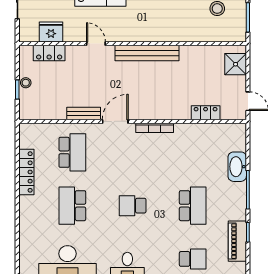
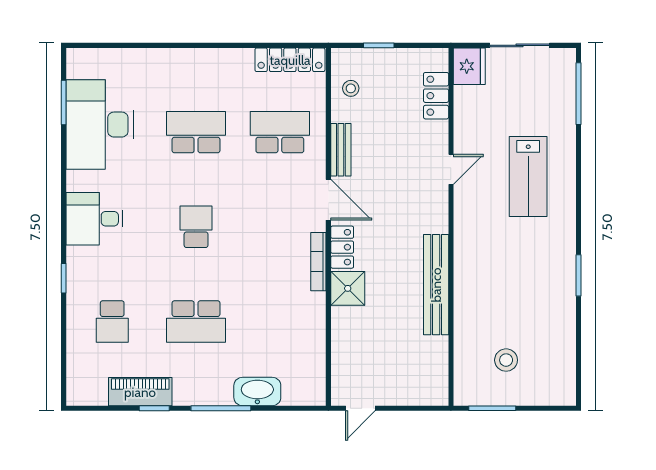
fridge: (51, 32) -> (469, 66), moved
bench: (147, 53) -> (436, 285), moved
shower: (236, 64) -> (348, 288), moved
stool: (26, 83) -> (351, 88), moved
locker: (206, 113) -> (342, 247), moved
school desk: (72, 152) -> (280, 132), turned 180
locker: (26, 172) -> (290, 60), moved

